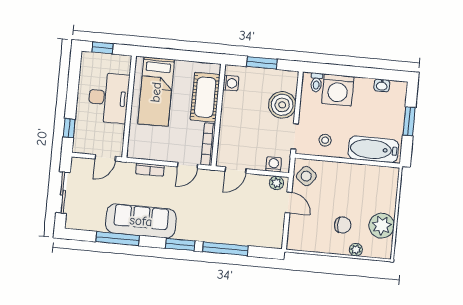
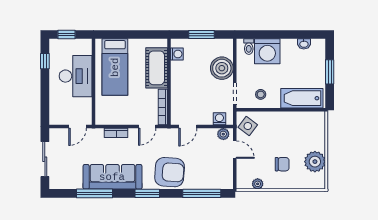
window: (69, 128) -> (45, 61), moved
armchair: (209, 222) -> (170, 172), added
window: (225, 249) -> (202, 193), moved
plant: (356, 250) -> (258, 184), moved

